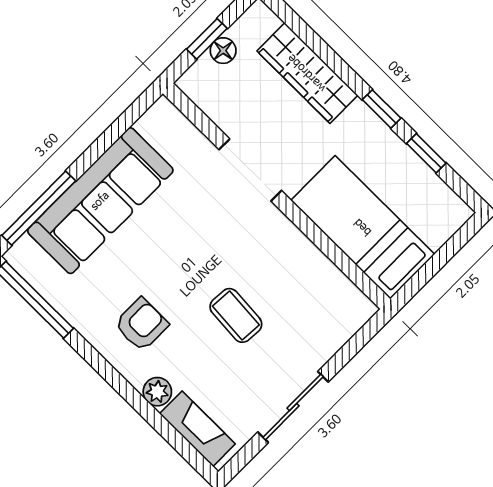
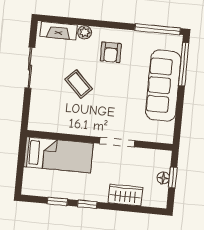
wardrobe: (307, 73) -> (125, 195), width x0.67
coffee table: (236, 315) -> (79, 84), turned 41

